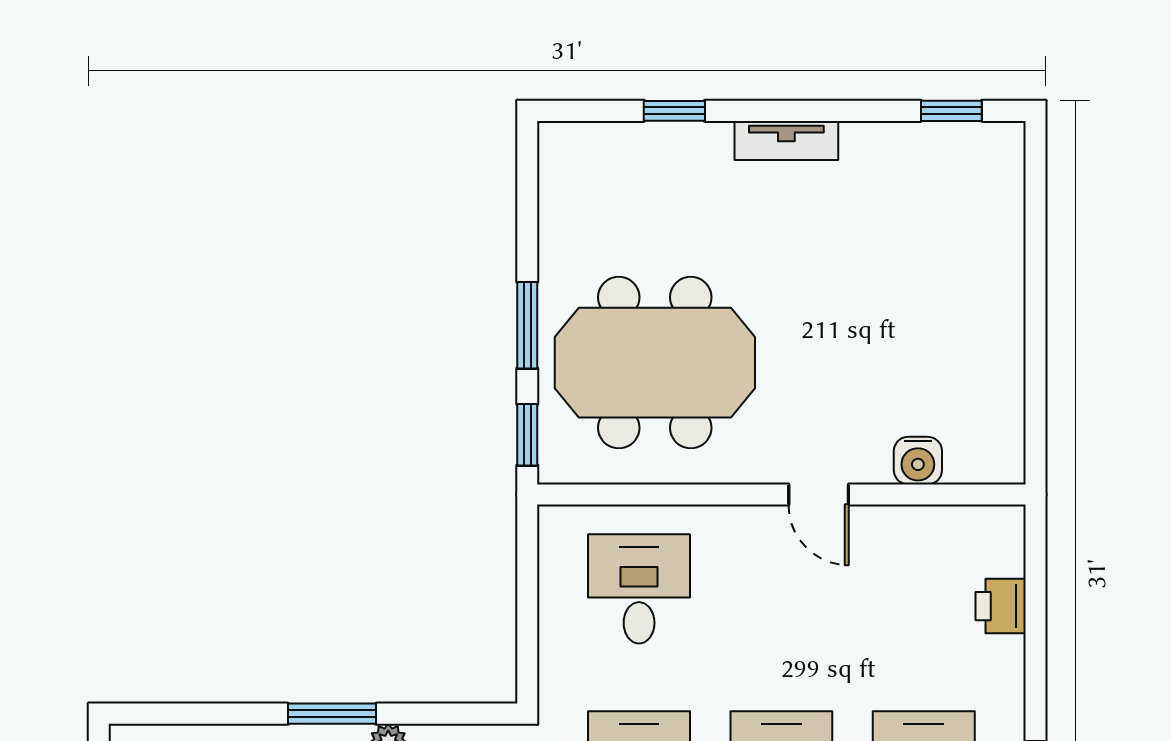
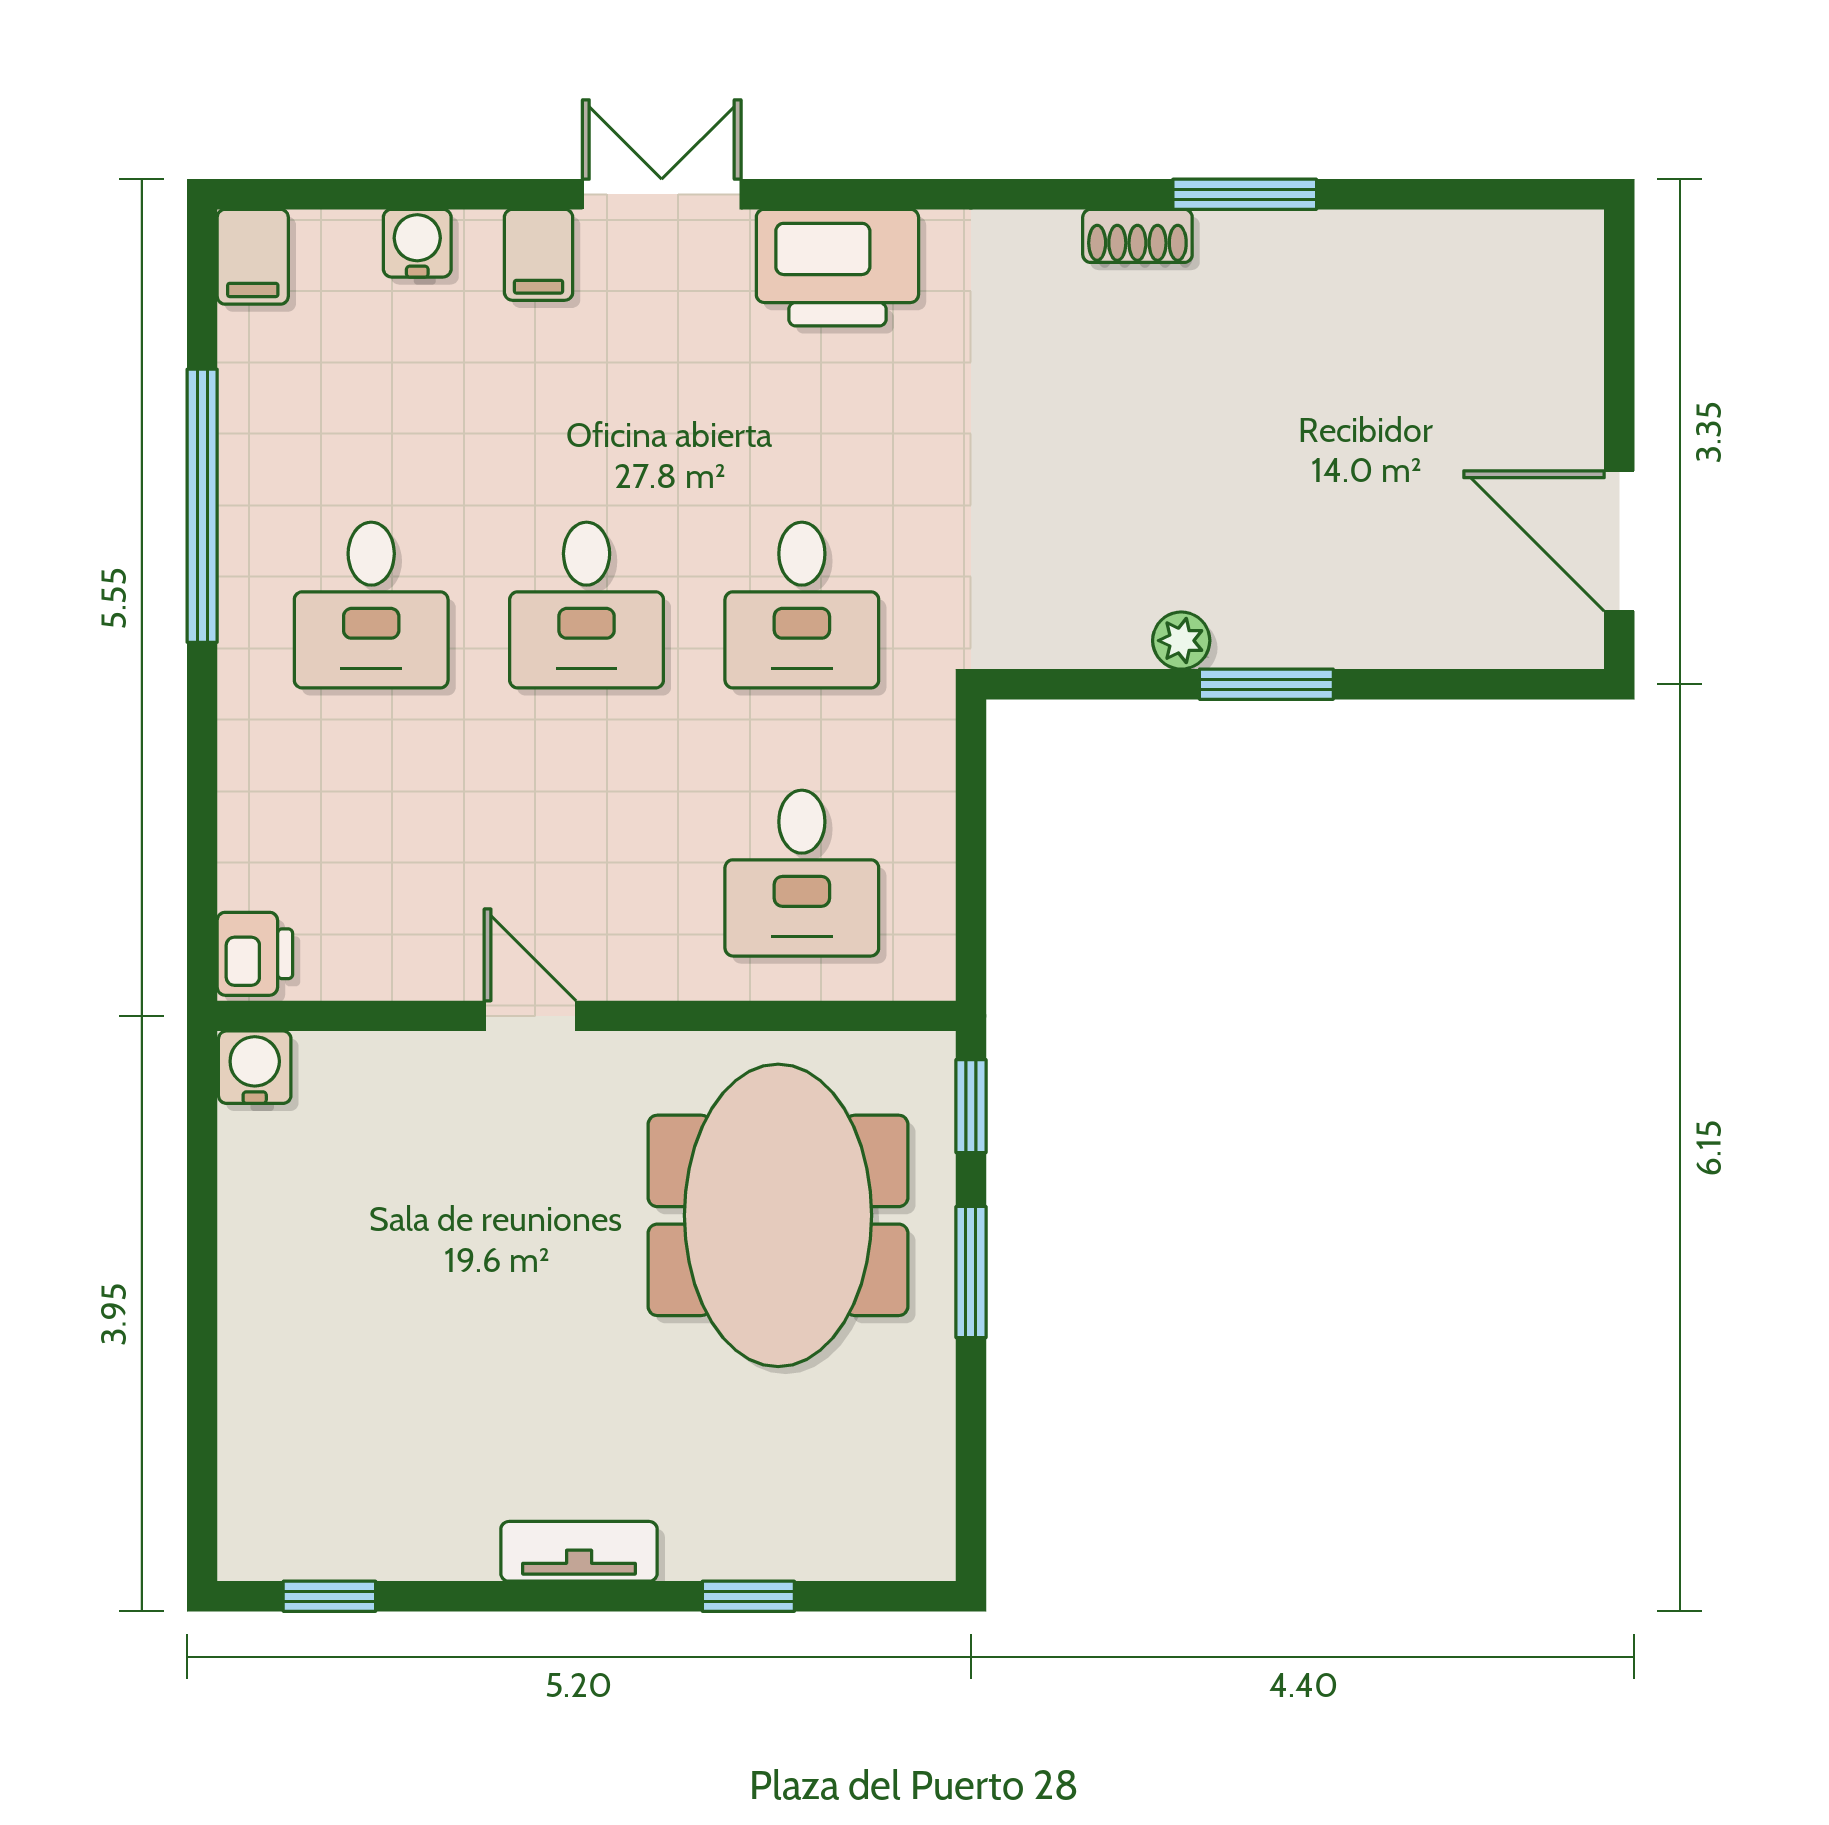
meeting table: (655, 363) -> (778, 1215), turned 90
water cooler: (918, 461) -> (255, 1067), moved
printer: (1001, 606) -> (255, 954), moved

